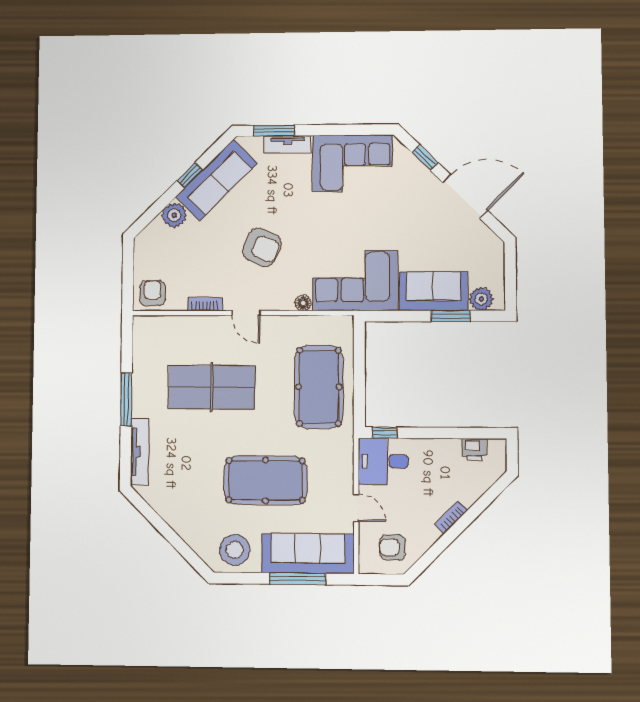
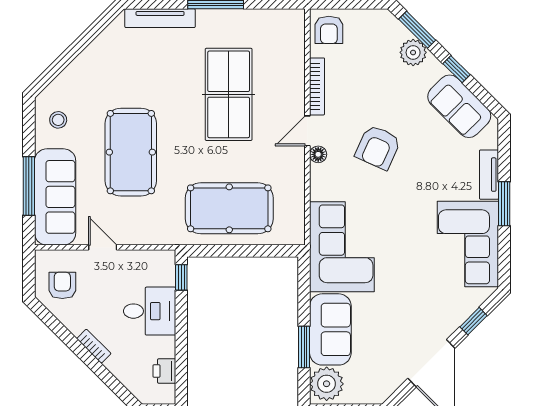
window: (274, 131) -> (504, 204), moved
sofa: (217, 180) -> (459, 106), width x0.73
window: (153, 212) -> (417, 30), added
armchair: (153, 293) -> (329, 30), turned 90
plant: (481, 299) -> (327, 384), width x1.36, depth x1.36
floor lamp: (303, 303) -> (318, 154), moved
bookcase: (205, 304) -> (317, 86), width x1.56
desk: (383, 461) -> (150, 311), moved, turned 90
door: (356, 508) -> (103, 247), swing flipped
stool: (235, 550) -> (58, 120), width x0.53, depth x0.53

